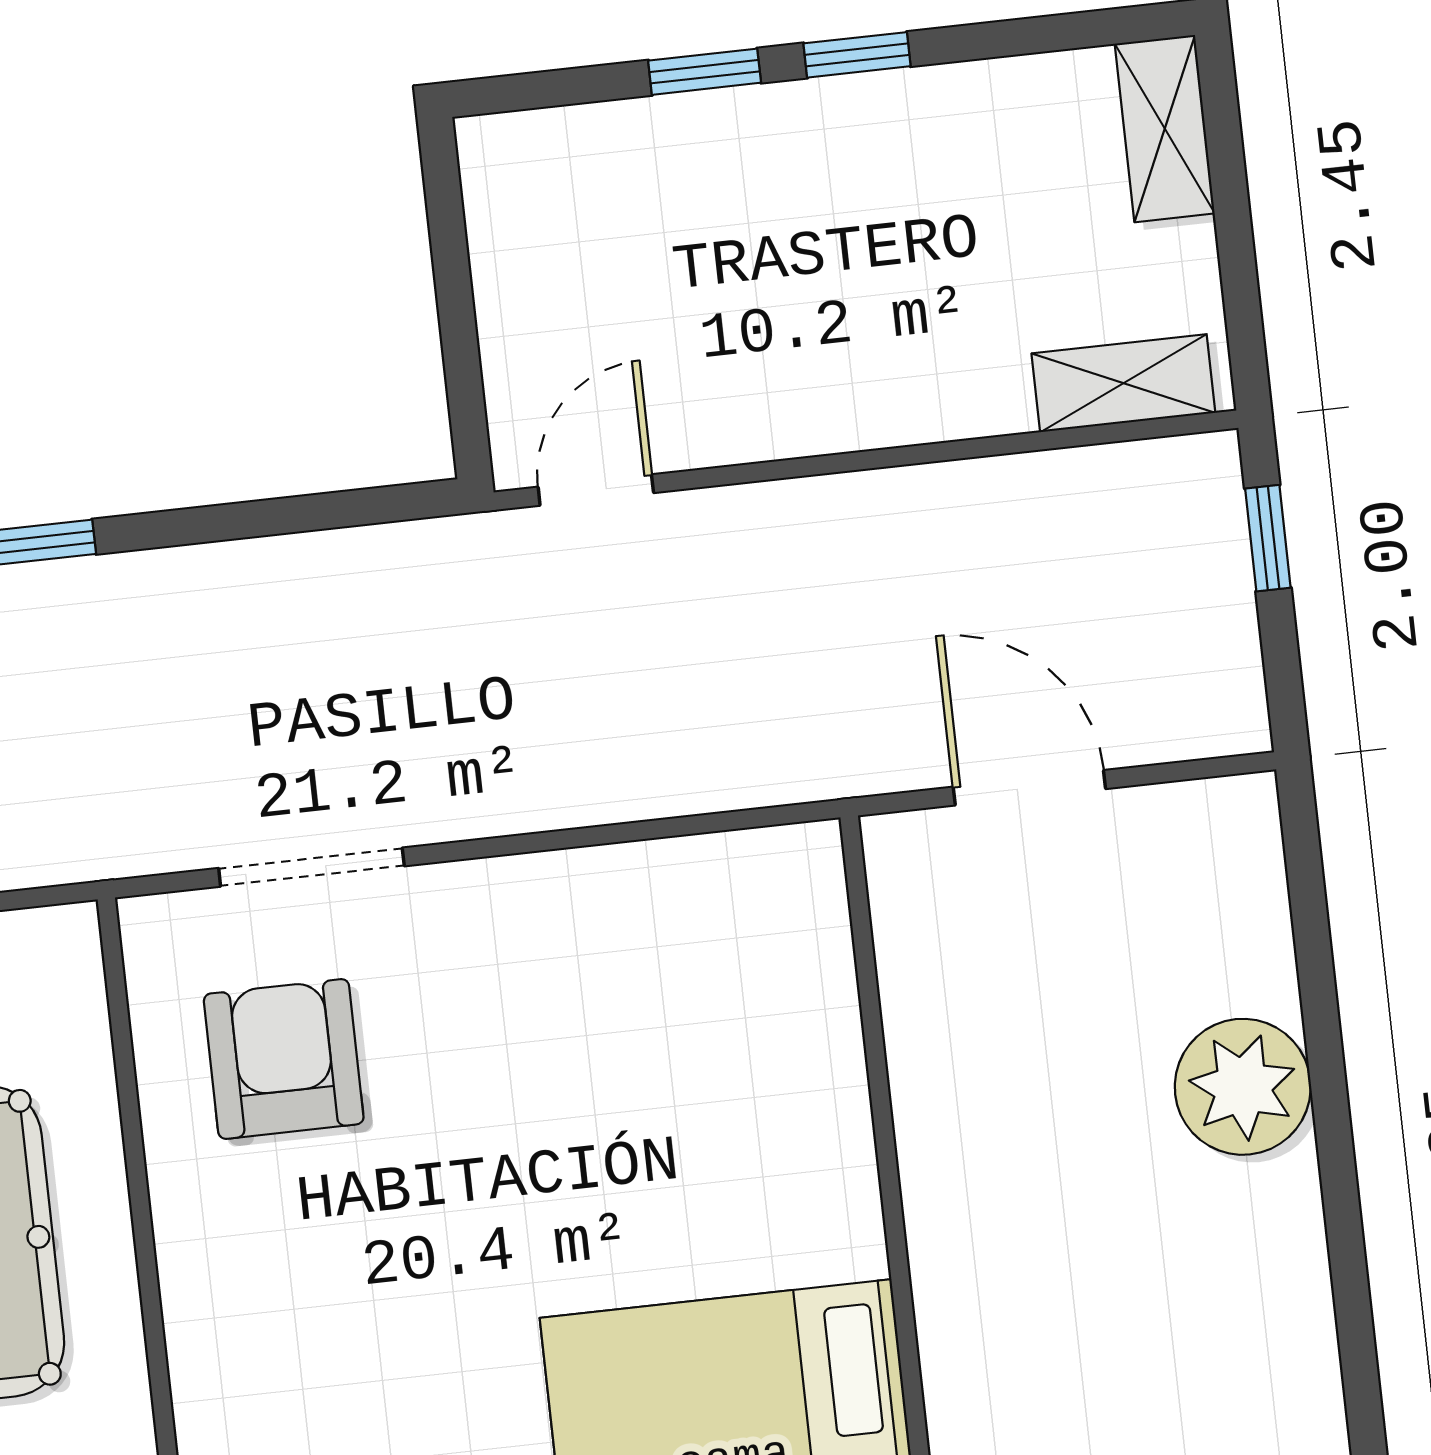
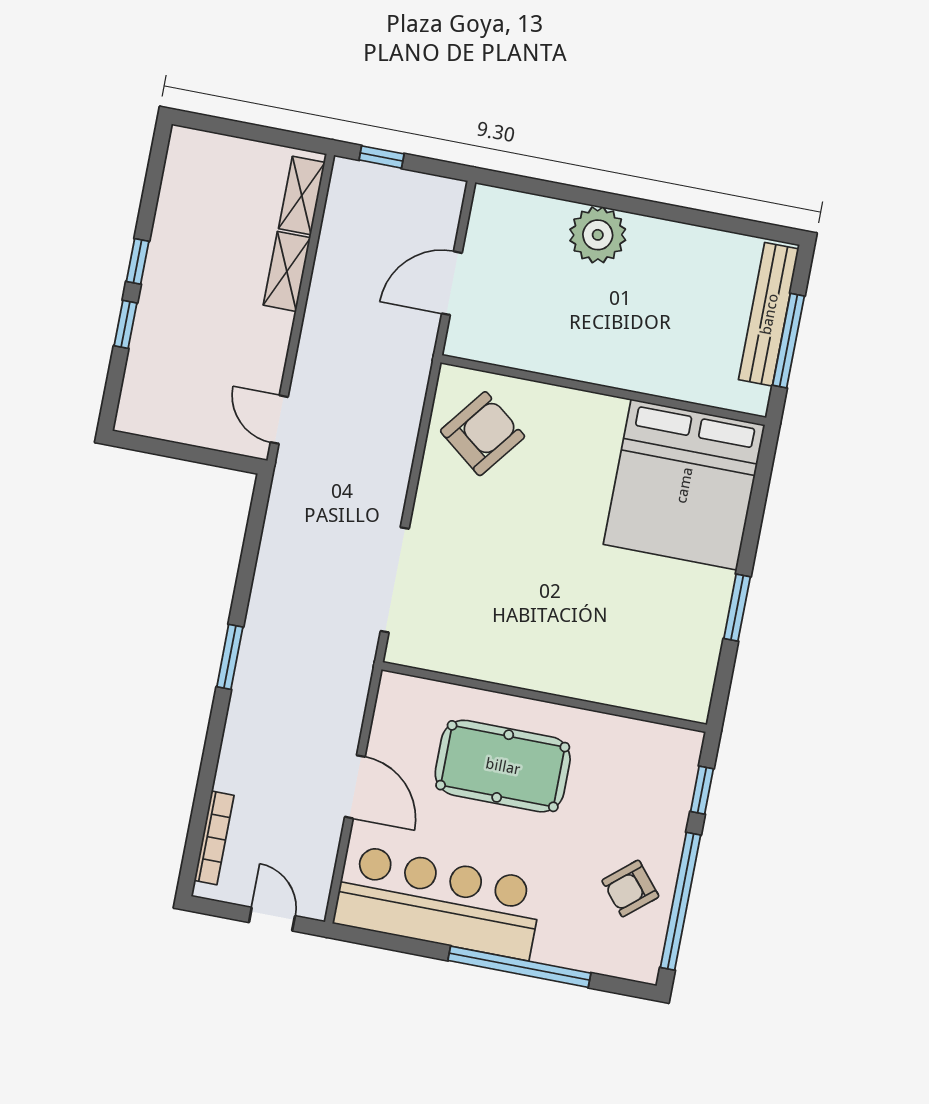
shelving: (1165, 129) -> (287, 271), moved, turned 90
doorway: (311, 867) -> (395, 580), width x1.36
armchair: (284, 1059) -> (483, 434), moved, turned 128

